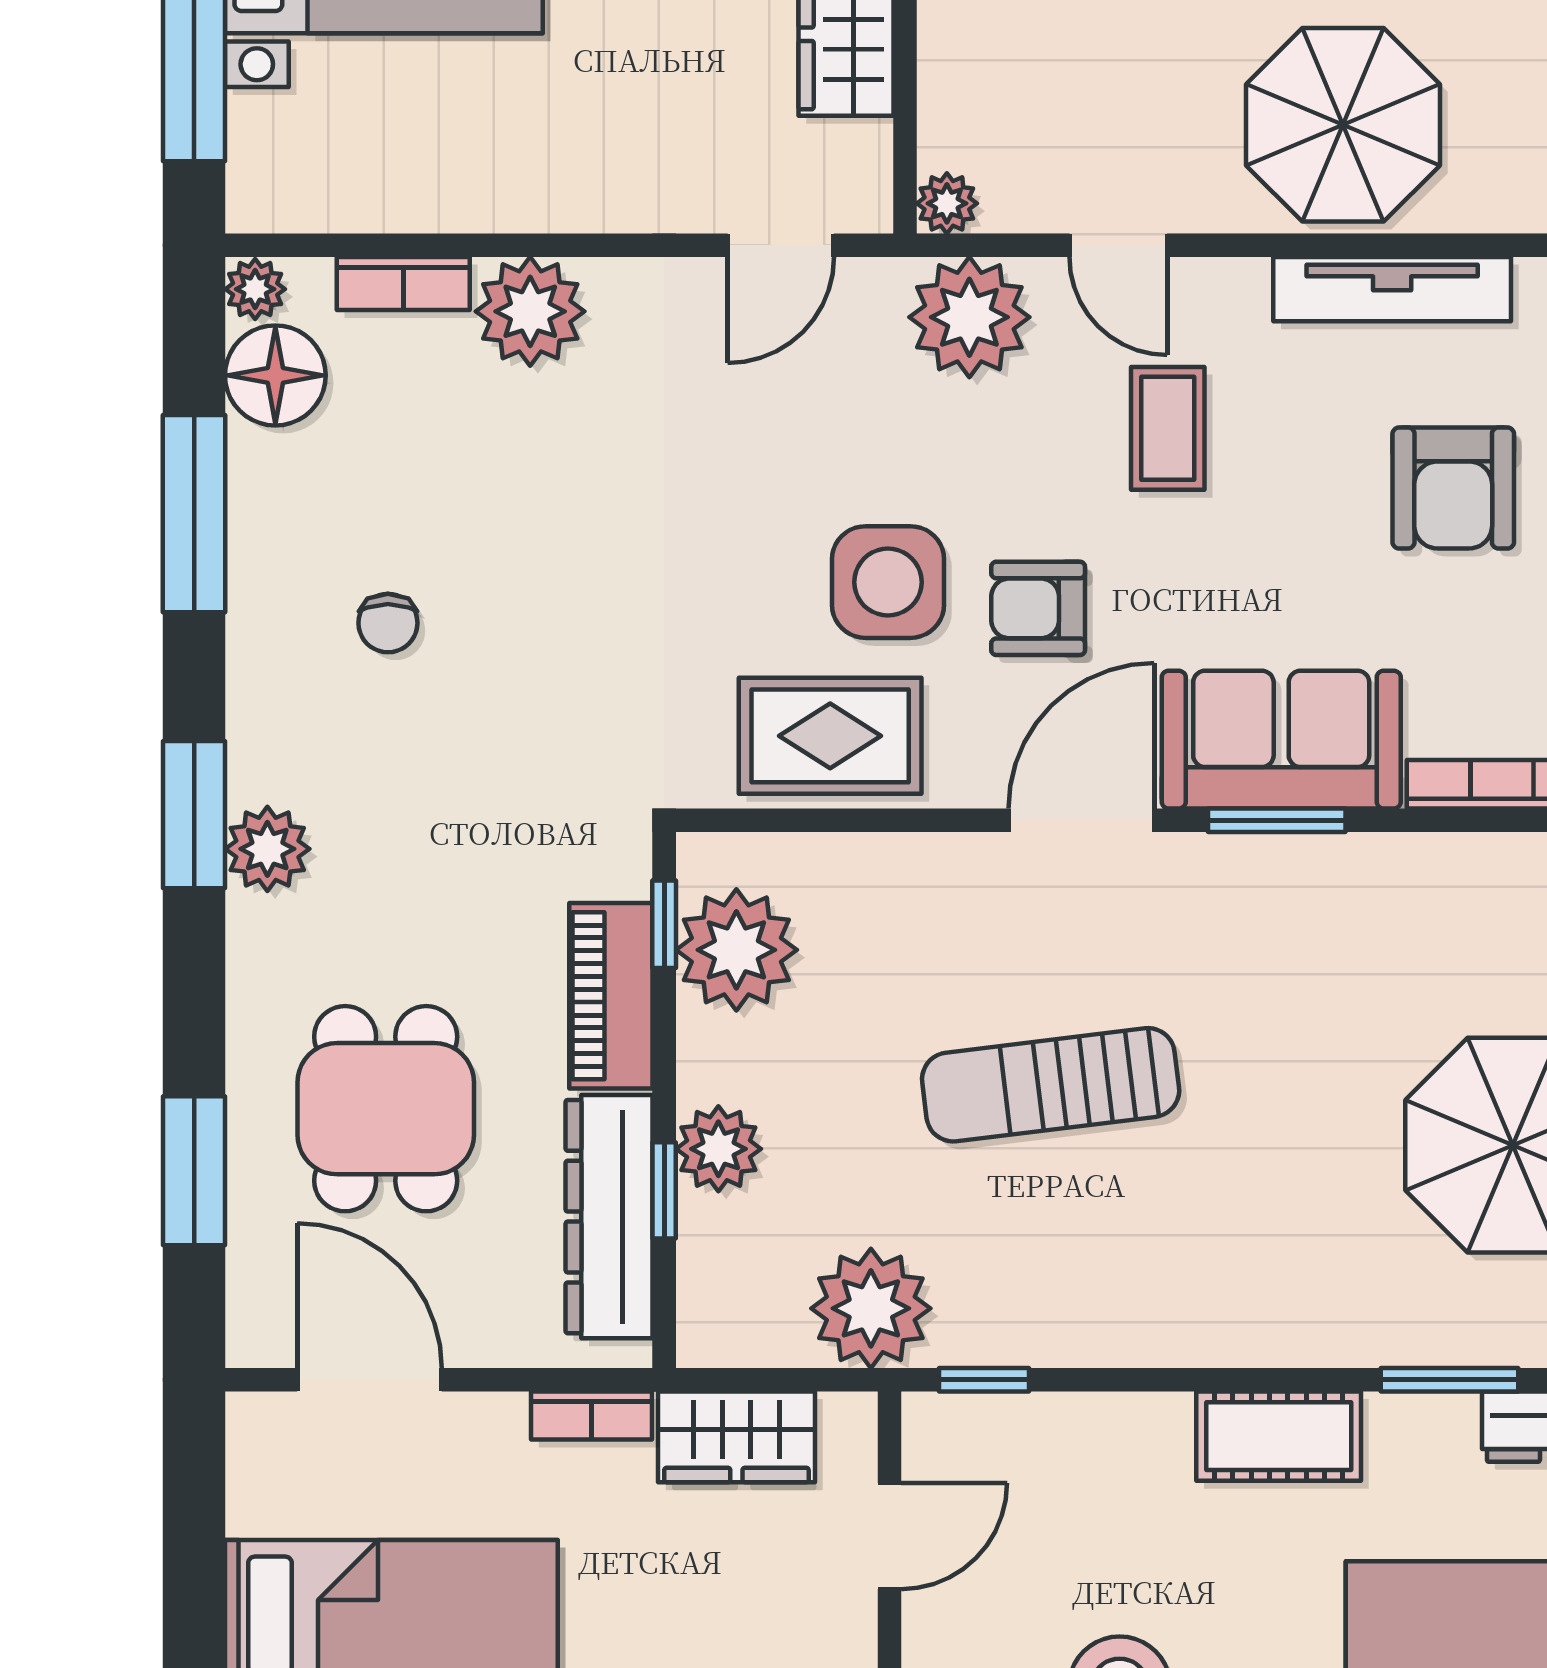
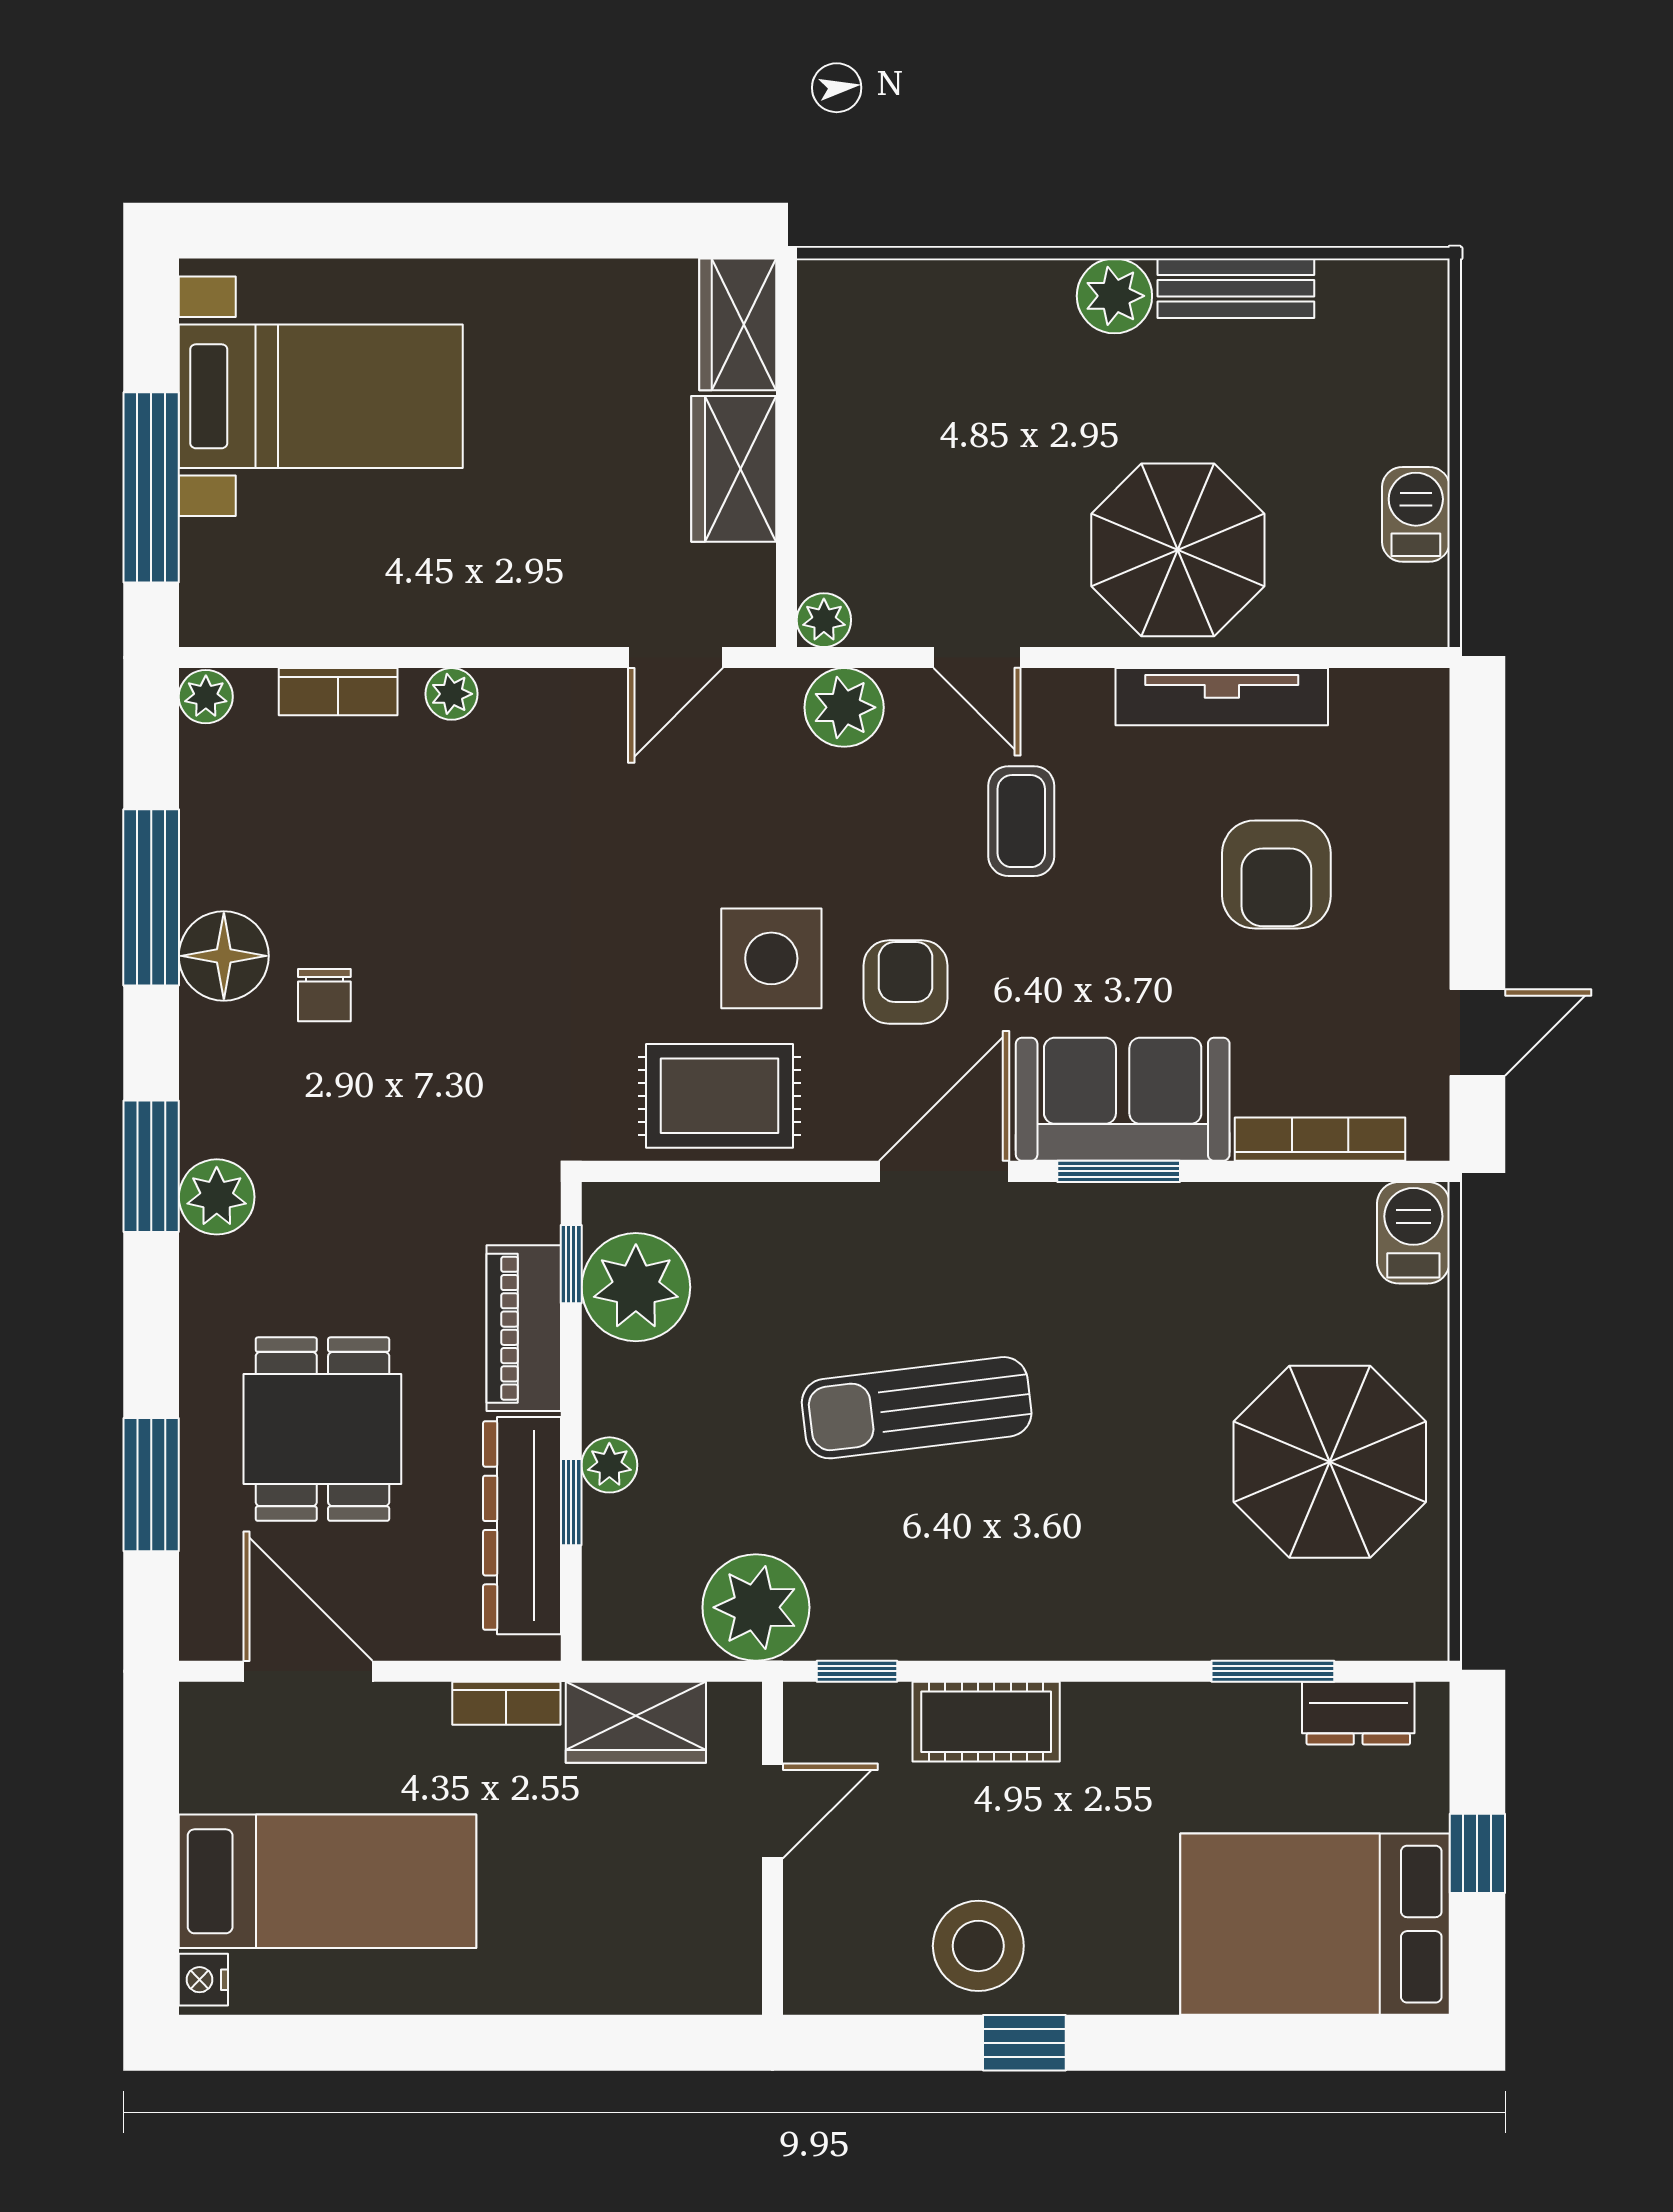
plant: (530, 311) -> (452, 694), width x0.53, depth x0.53
plant: (969, 317) -> (844, 707), width x0.73, depth x0.73
floor lamp: (275, 375) -> (224, 956), moved
armchair: (1038, 608) -> (905, 982), turned 90
plant: (718, 1149) -> (609, 1465), width x0.73, depth x0.73
cot: (1279, 1436) -> (986, 1722), moved

